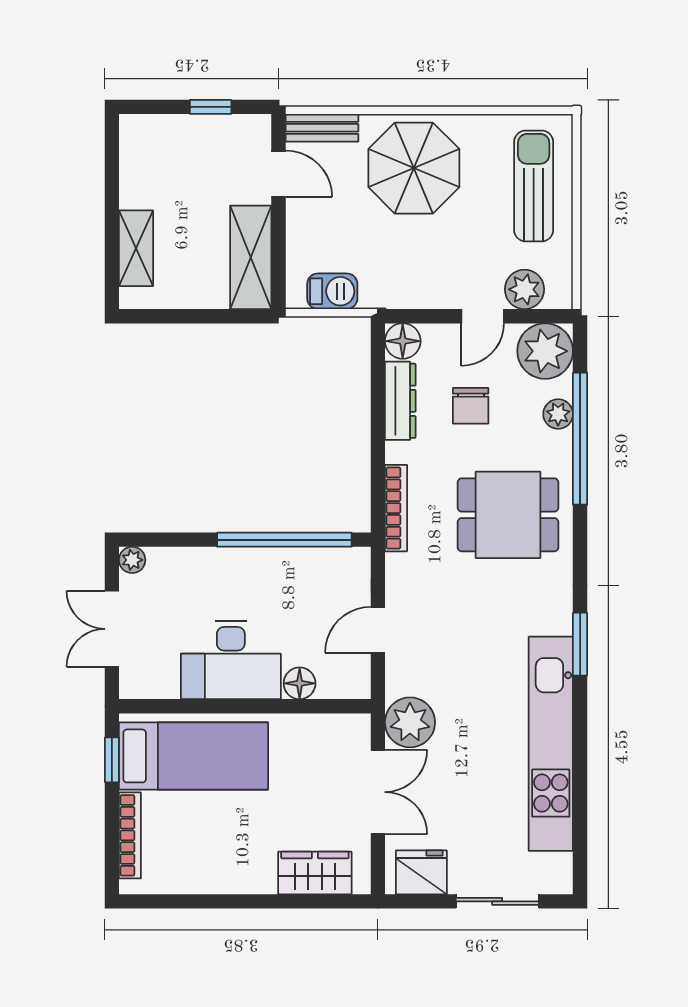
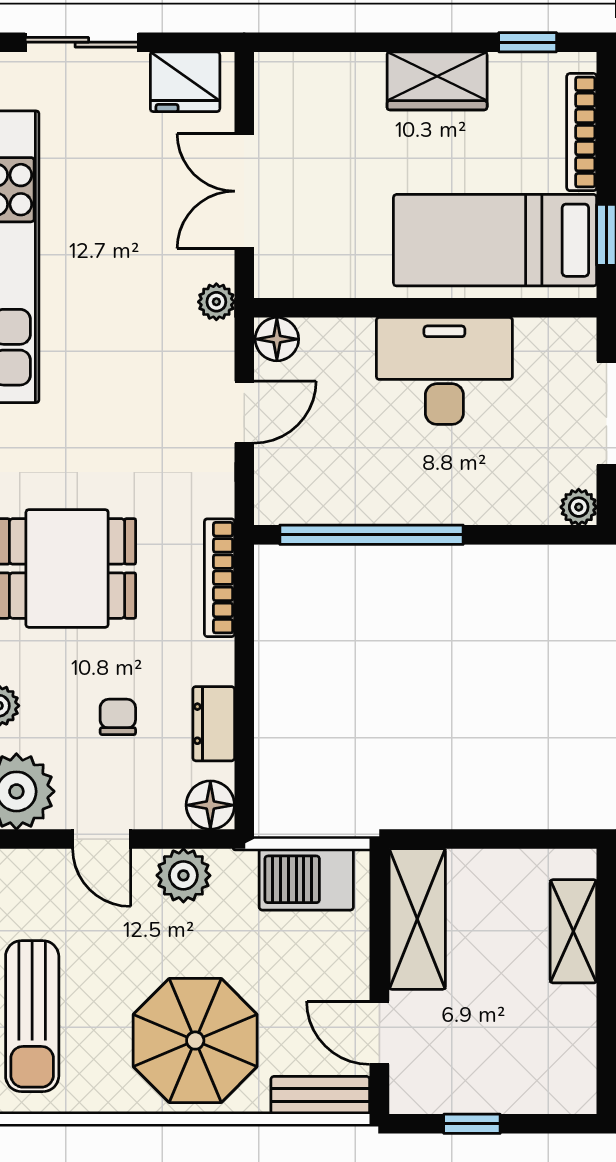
plant: (524, 289) -> (183, 875), moved
barbecue: (332, 291) -> (306, 879), width x1.38, depth x1.27
door: (483, 316) -> (102, 839), swing flipped
dresser: (400, 401) -> (214, 724), width x0.70
chair: (471, 406) -> (118, 717), width x0.73, depth x0.73
floor lamp: (300, 683) -> (277, 339), moved
plant: (410, 722) -> (216, 302), width x0.53, depth x0.53
wardrobe: (315, 873) -> (437, 81), moved
window: (170, 901) -> (528, 42), added

